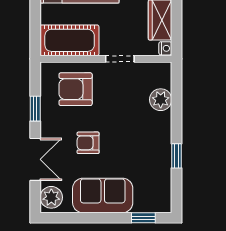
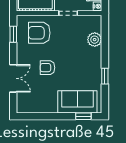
window: (35, 109) -> (13, 34), moved
sofa: (103, 195) -> (77, 102), moved
plant: (51, 197) -> (24, 103), removed

